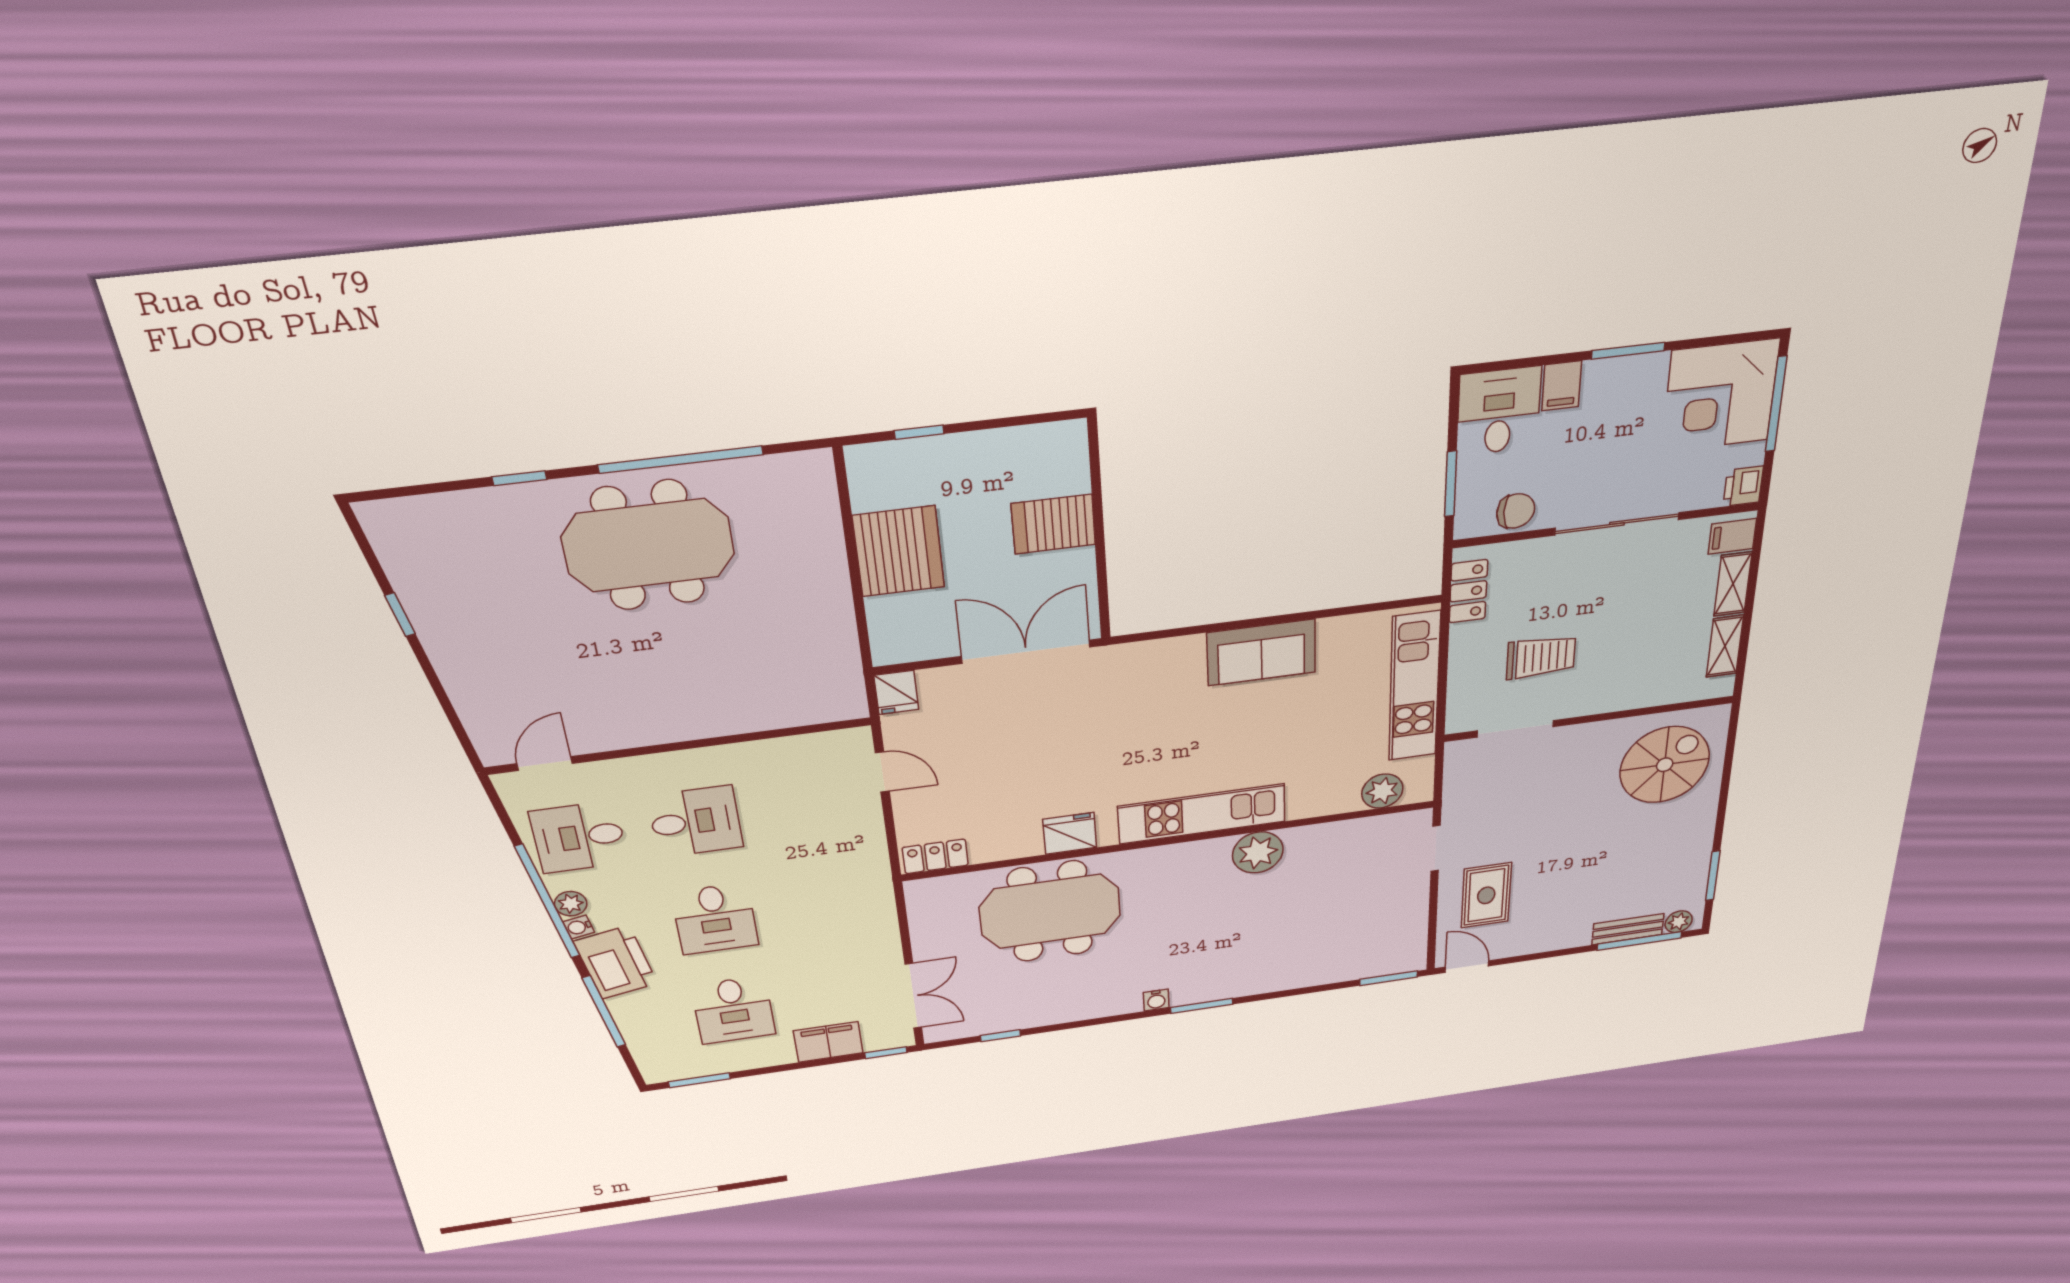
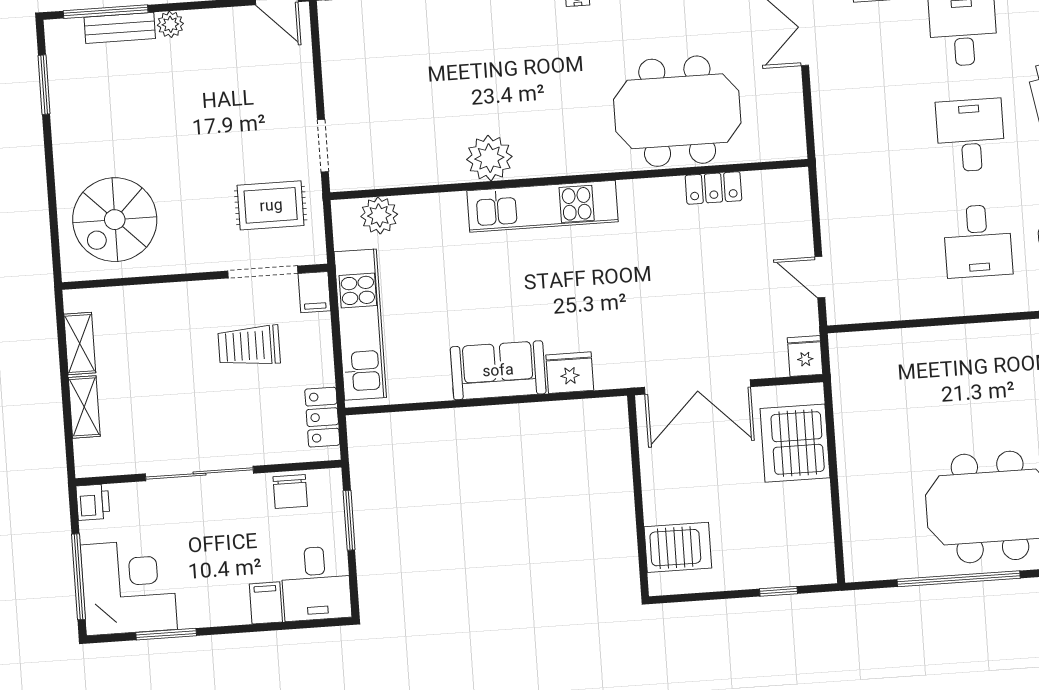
window: (1628, 351) -> (166, 634), moved
chair: (1516, 511) -> (290, 491), turned -90
server rack: (1053, 524) -> (678, 547), moved
filing cabinet: (1732, 536) -> (314, 292), moved, turned 90
server rack: (899, 551) -> (795, 443), moved
desk: (695, 821) -> (978, 241), turned -90
fridge: (1070, 833) -> (570, 373), moved, turned 180
locker: (935, 856) -> (713, 188), moved
rug: (1486, 895) -> (271, 205), moved, turned 90
plant: (1679, 922) -> (170, 24), moved

